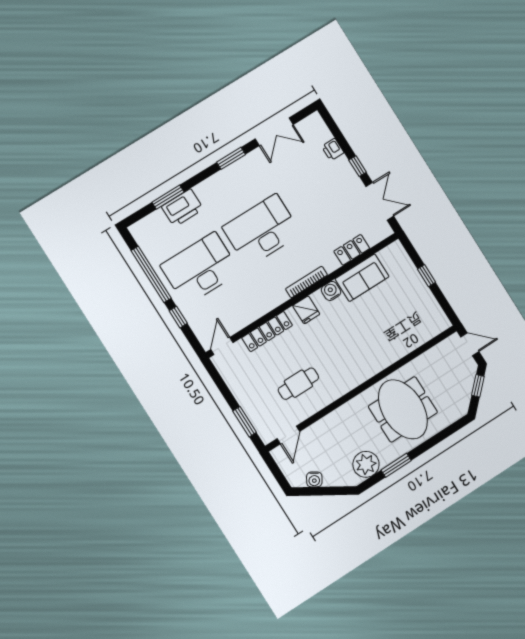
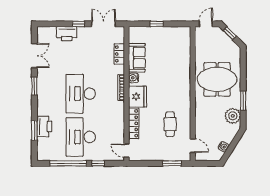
printer: (333, 150) -> (67, 34), width x1.87, depth x1.48
fridge: (306, 310) -> (138, 97), width x1.88, depth x1.34

